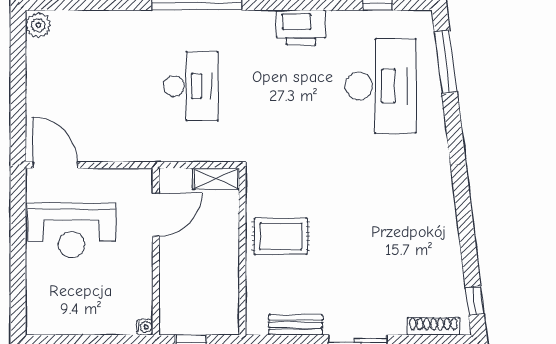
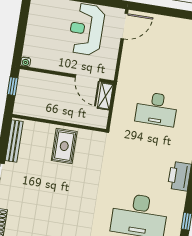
shelving: (216, 179) -> (105, 96), moved
bench: (296, 325) -> (14, 141), width x1.36

